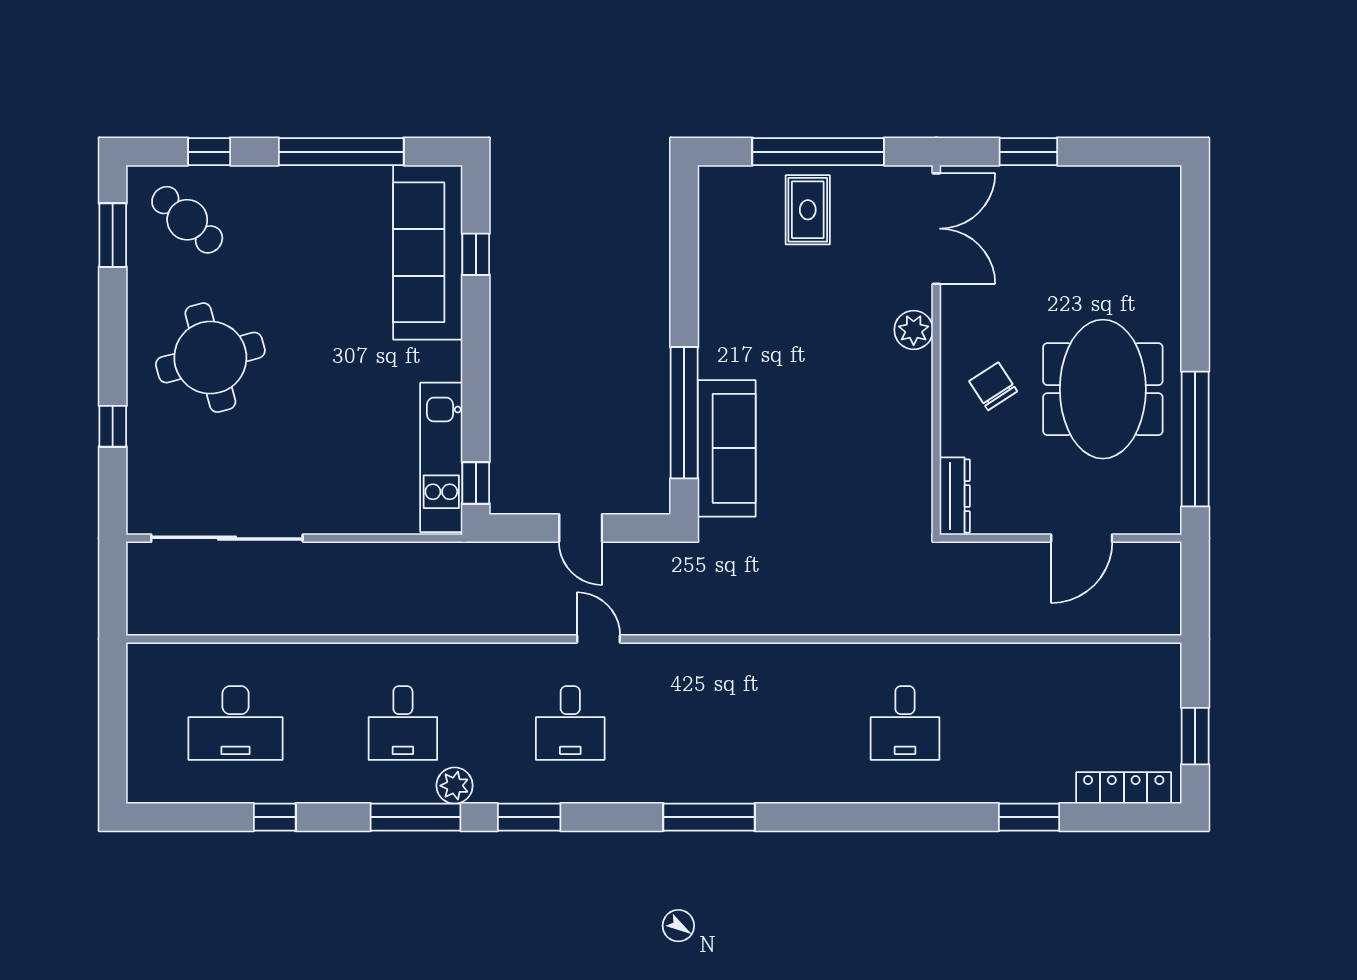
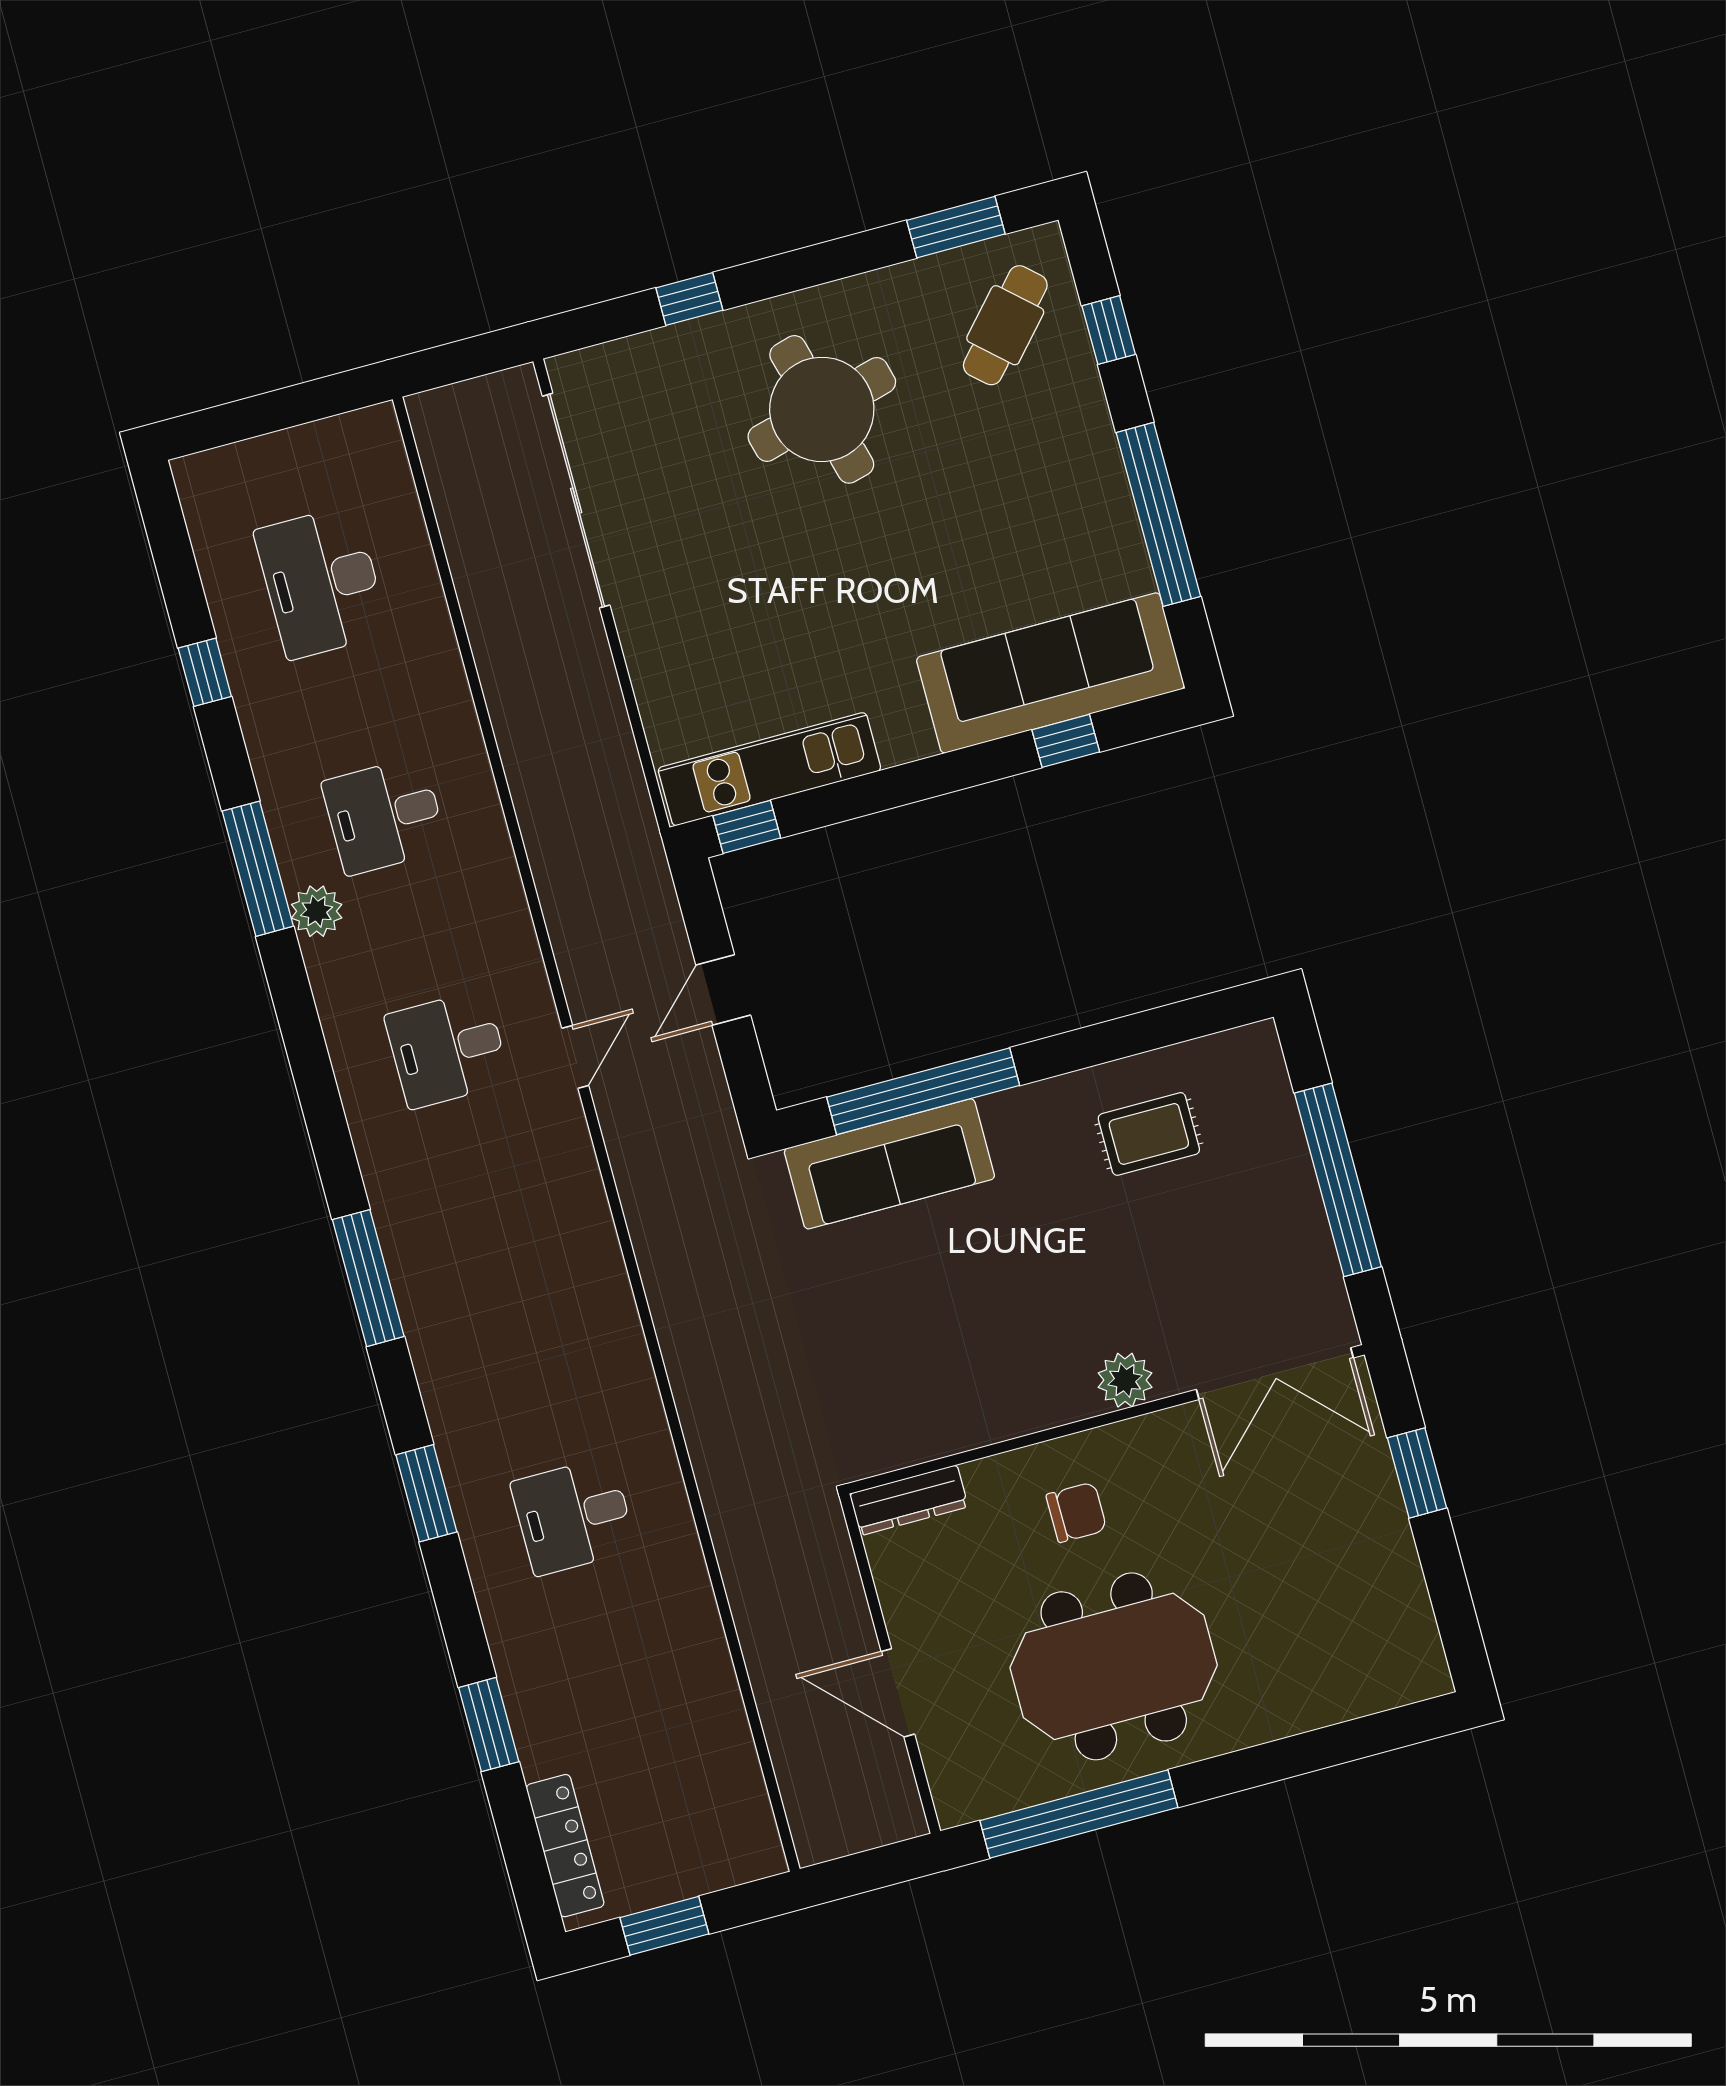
rug: (808, 210) -> (1149, 1134), moved
chair: (993, 386) -> (1076, 1512), turned 33
window: (529, 817) -> (426, 1493), moved

